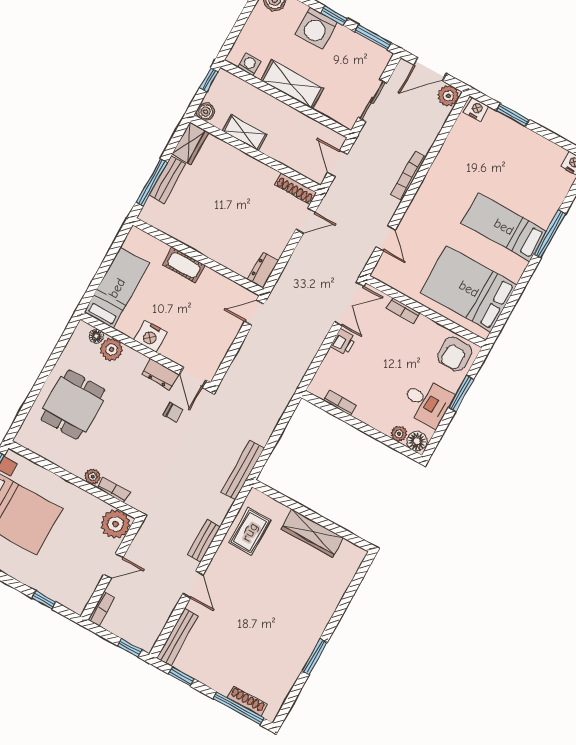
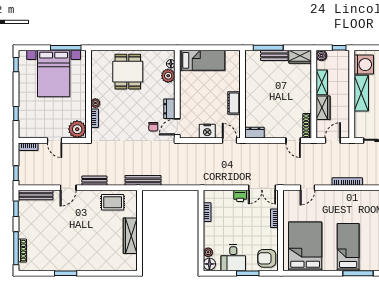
washing machine: (249, 64) -> (364, 65), width x1.89, depth x1.89
wardrobe: (282, 151) -> (323, 108), added
cot: (184, 265) -> (234, 103), moved
nightstand: (151, 336) -> (207, 131), moved, turned -90
dining table: (73, 404) -> (128, 72), turned 90

